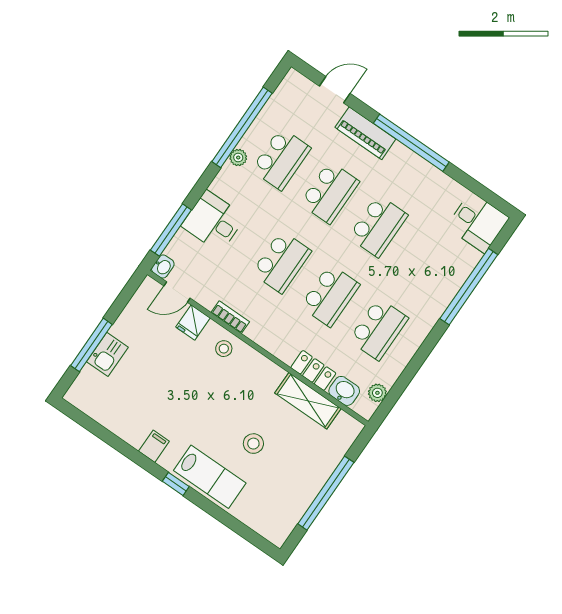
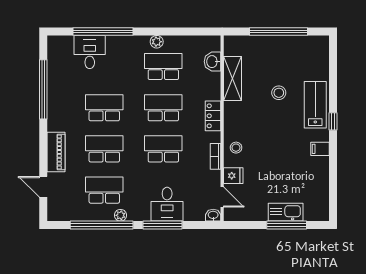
window: (411, 143) -> (43, 89), moved
desk: (478, 222) -> (90, 52), moved
window: (171, 230) -> (163, 225), moved
kitchen sink: (107, 354) -> (286, 212), width x1.38
locker: (313, 370) -> (213, 116), moved
plant: (377, 393) -> (157, 42), moved

